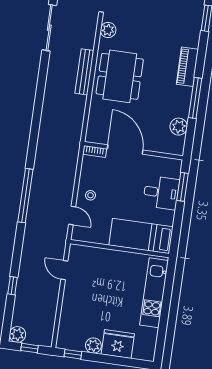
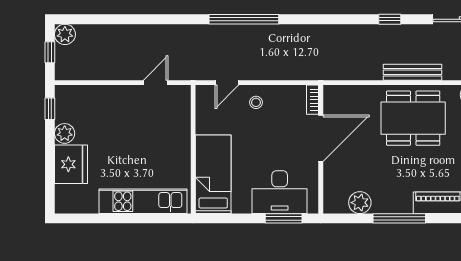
desk: (161, 193) -> (280, 192), width x1.37
window: (13, 286) -> (390, 19), moved

